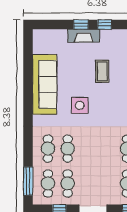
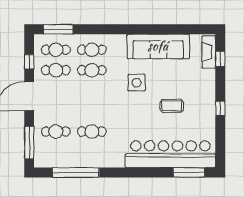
window: (81, 24) -> (220, 59), moved
fireplace: (84, 36) -> (209, 52), moved

